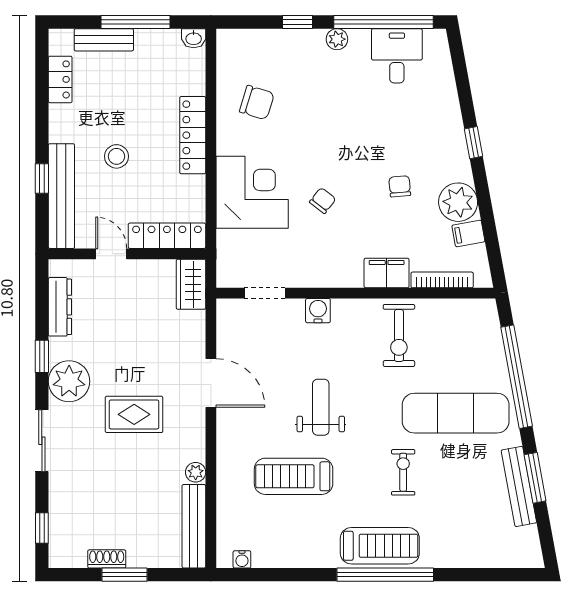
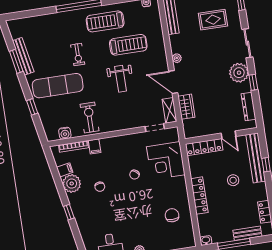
chair: (257, 103) -> (172, 215), turned 73
corner desk: (252, 192) -> (166, 161), moved
filing cabinet: (387, 273) -> (95, 146), width x0.50
wardrobe: (191, 284) -> (186, 107), moved
water cooler: (318, 311) -> (65, 133), moved
shelving: (228, 325) -> (170, 110), added
window: (517, 377) -> (32, 107), width x0.32
rug: (134, 414) -> (213, 20), moved
plant: (196, 472) -> (177, 58), moved
treadmill: (380, 546) -> (105, 21), moved

